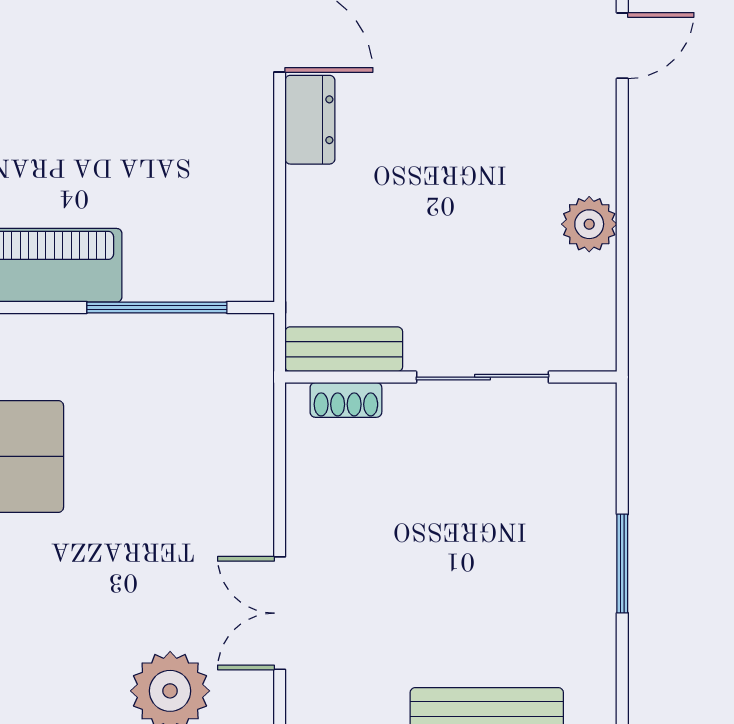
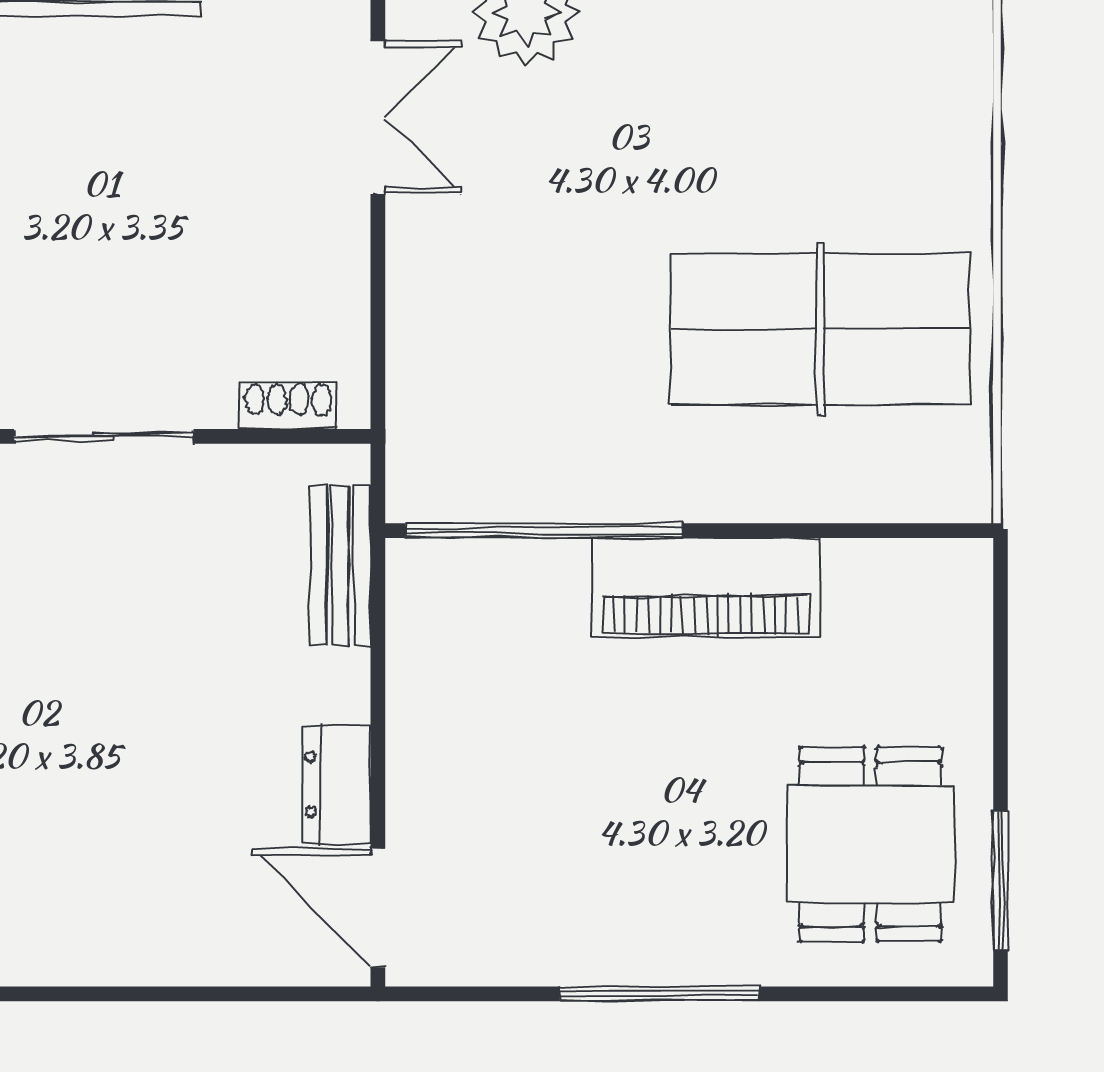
window: (157, 307) -> (544, 531), width x1.46
bench: (344, 349) -> (340, 565), moved, turned 90

